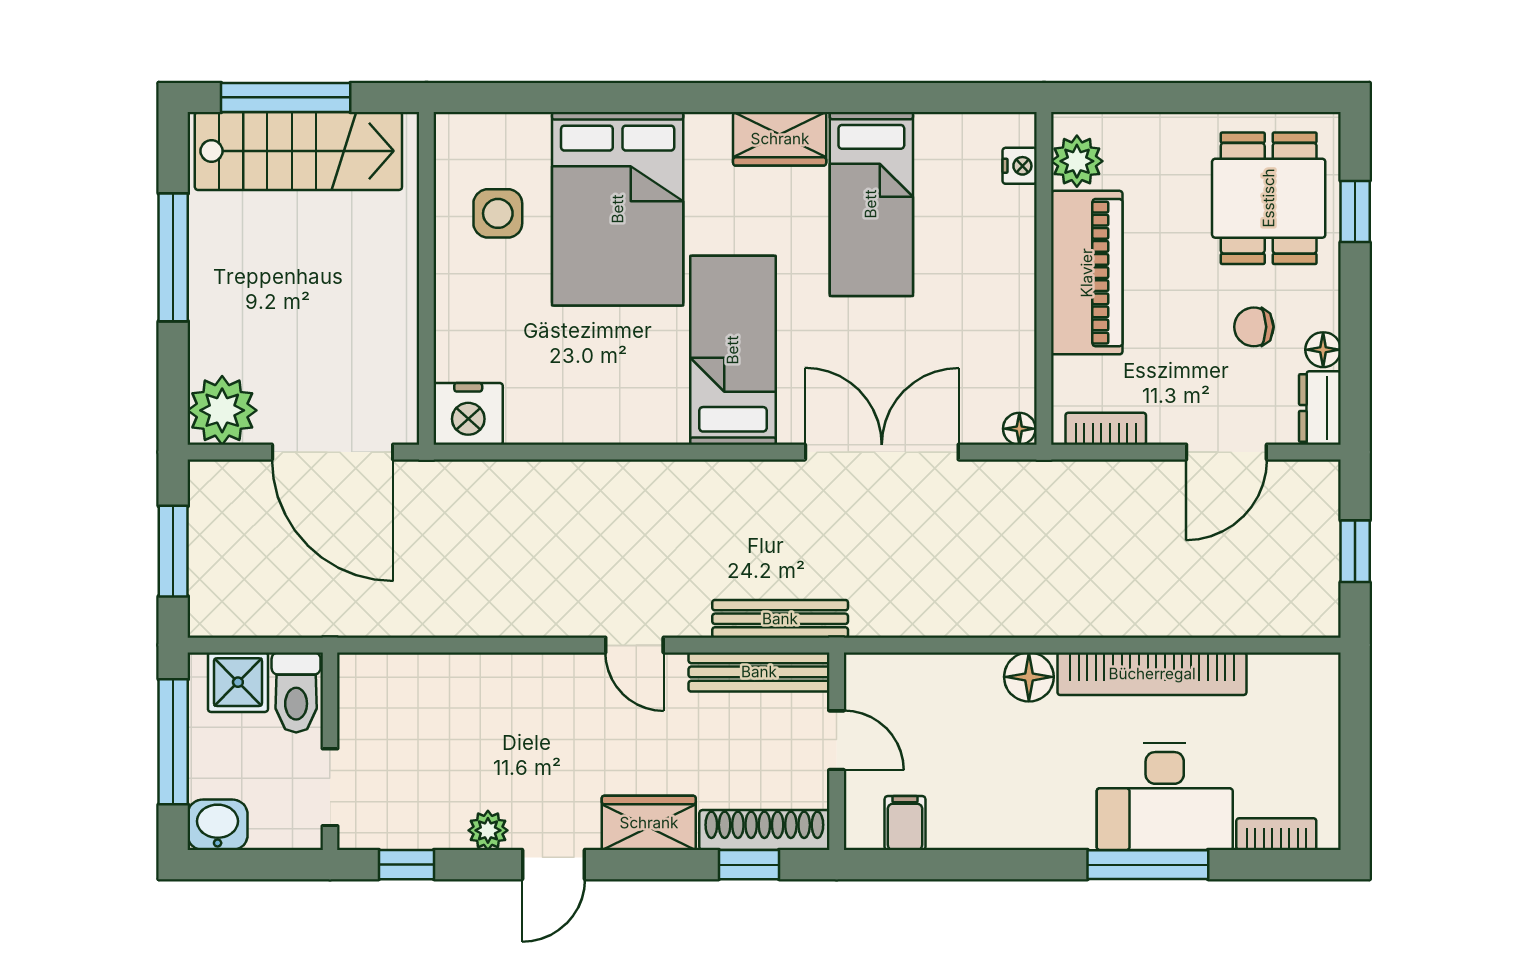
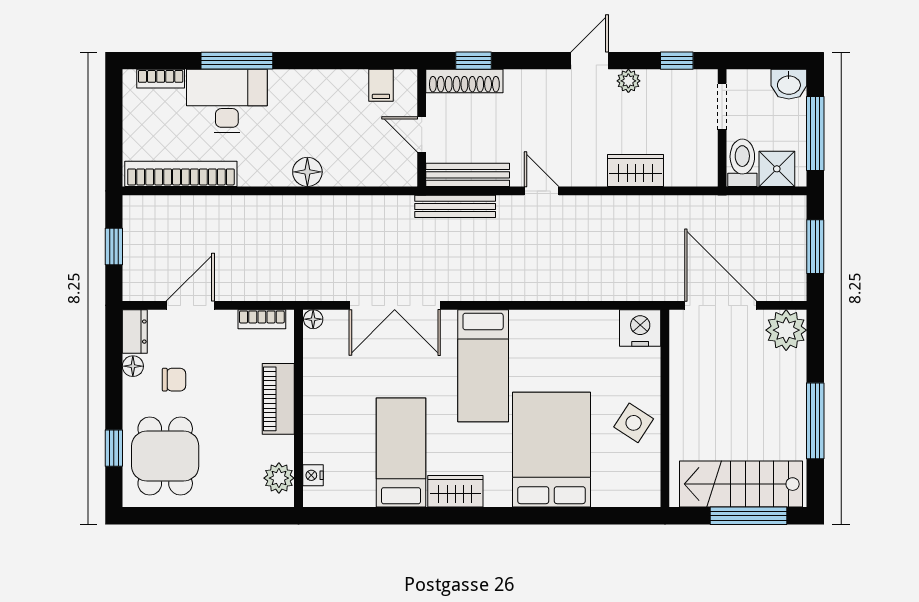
side table: (498, 213) -> (634, 423), moved, turned 33
piano: (1087, 273) -> (278, 399), width x0.73, depth x0.75
bookcase: (1152, 674) -> (181, 174), moved
wardrobe: (649, 823) -> (635, 170), moved, turned 180

